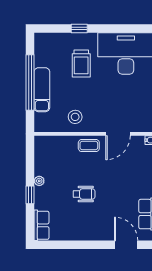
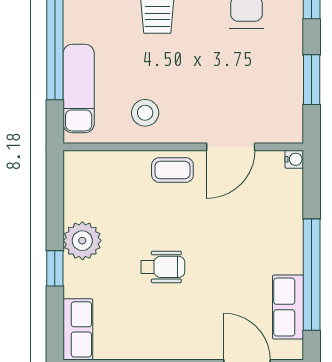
exam couch: (42, 90) -> (79, 89), moved
plant: (39, 181) -> (82, 241), width x1.88, depth x1.88

